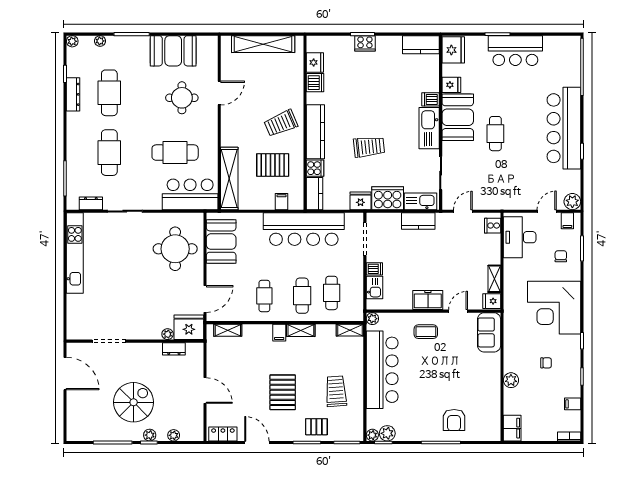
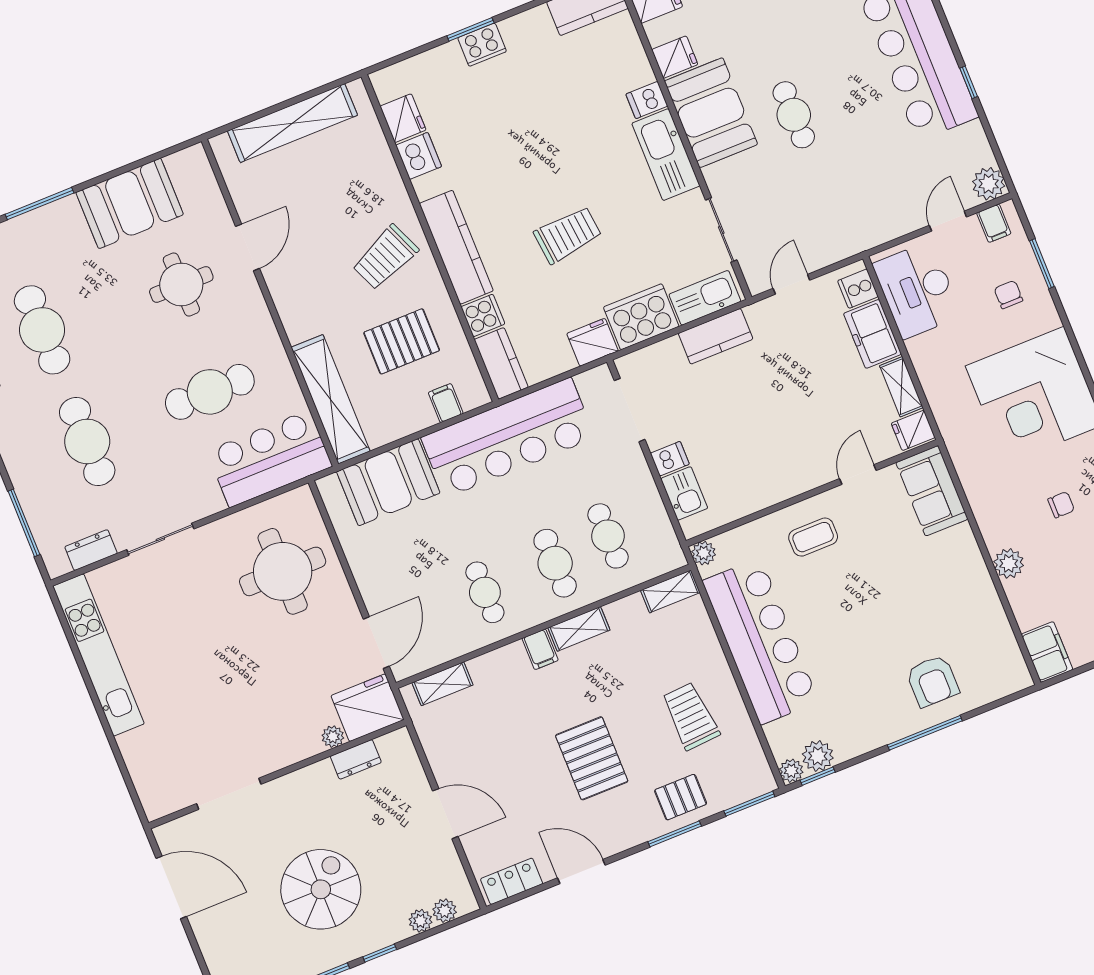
booth: (221, 242) -> (388, 482), moved, turned 90
freezer: (428, 300) -> (872, 334), moved, turned -90
plant: (150, 435) -> (445, 911), moved

